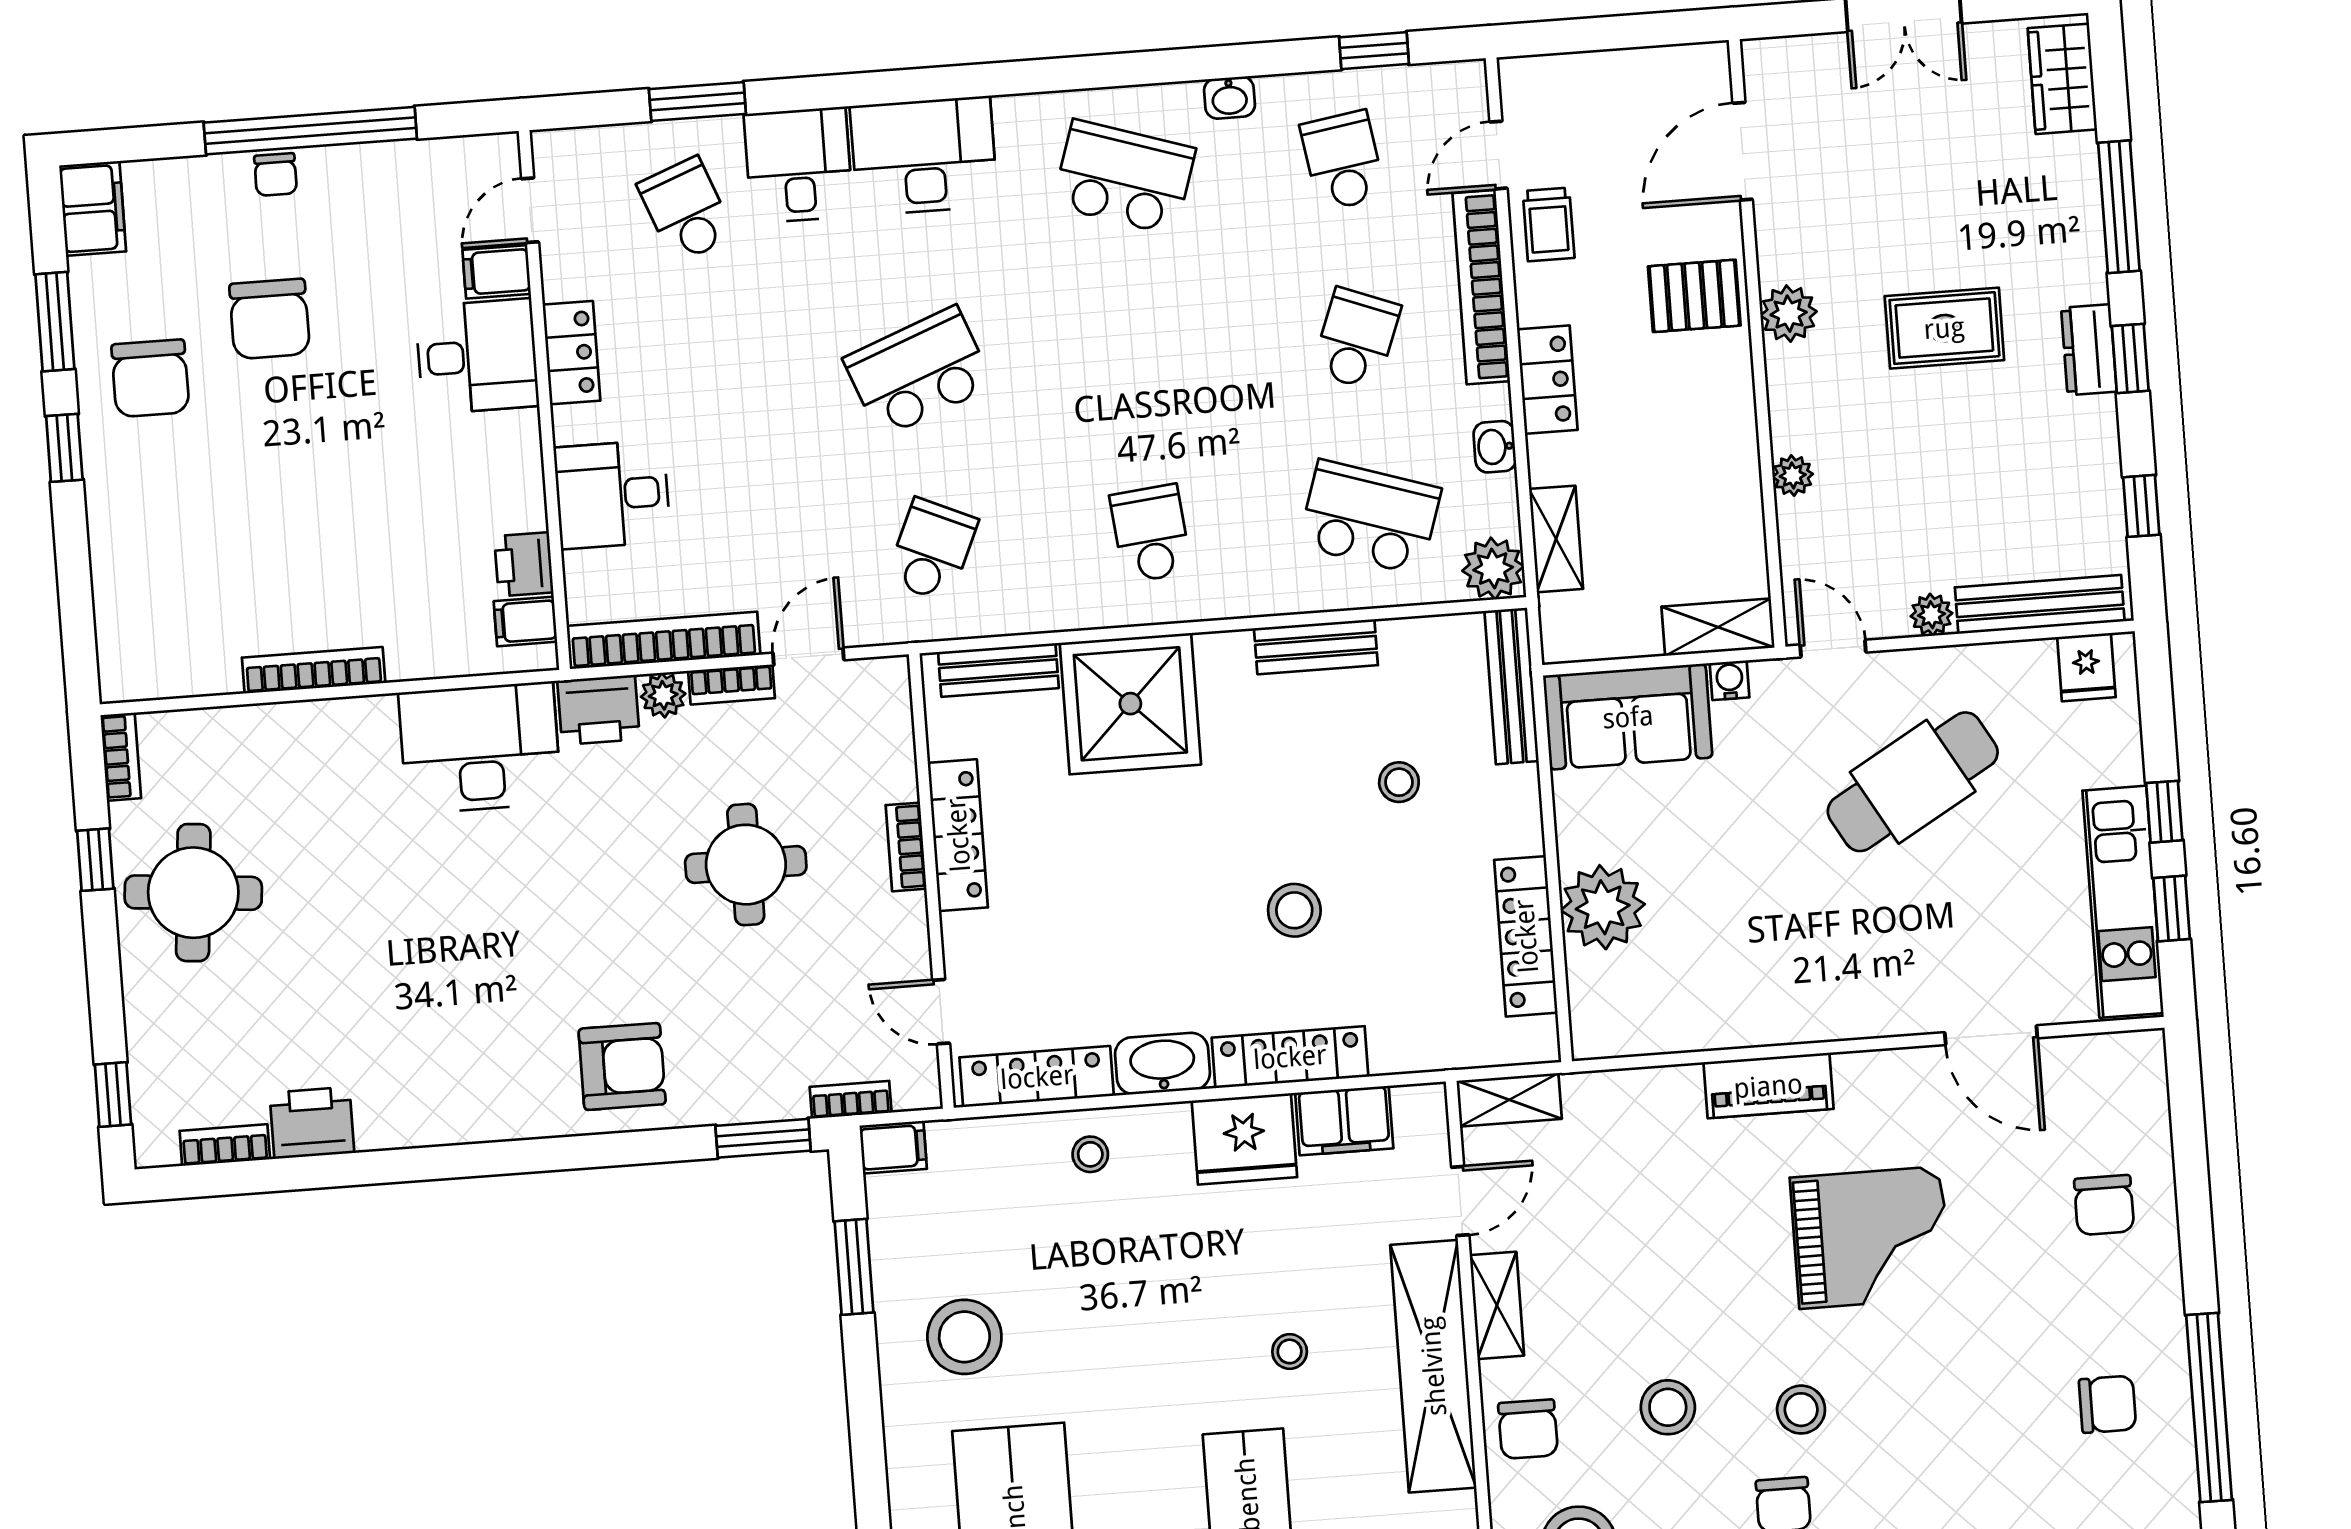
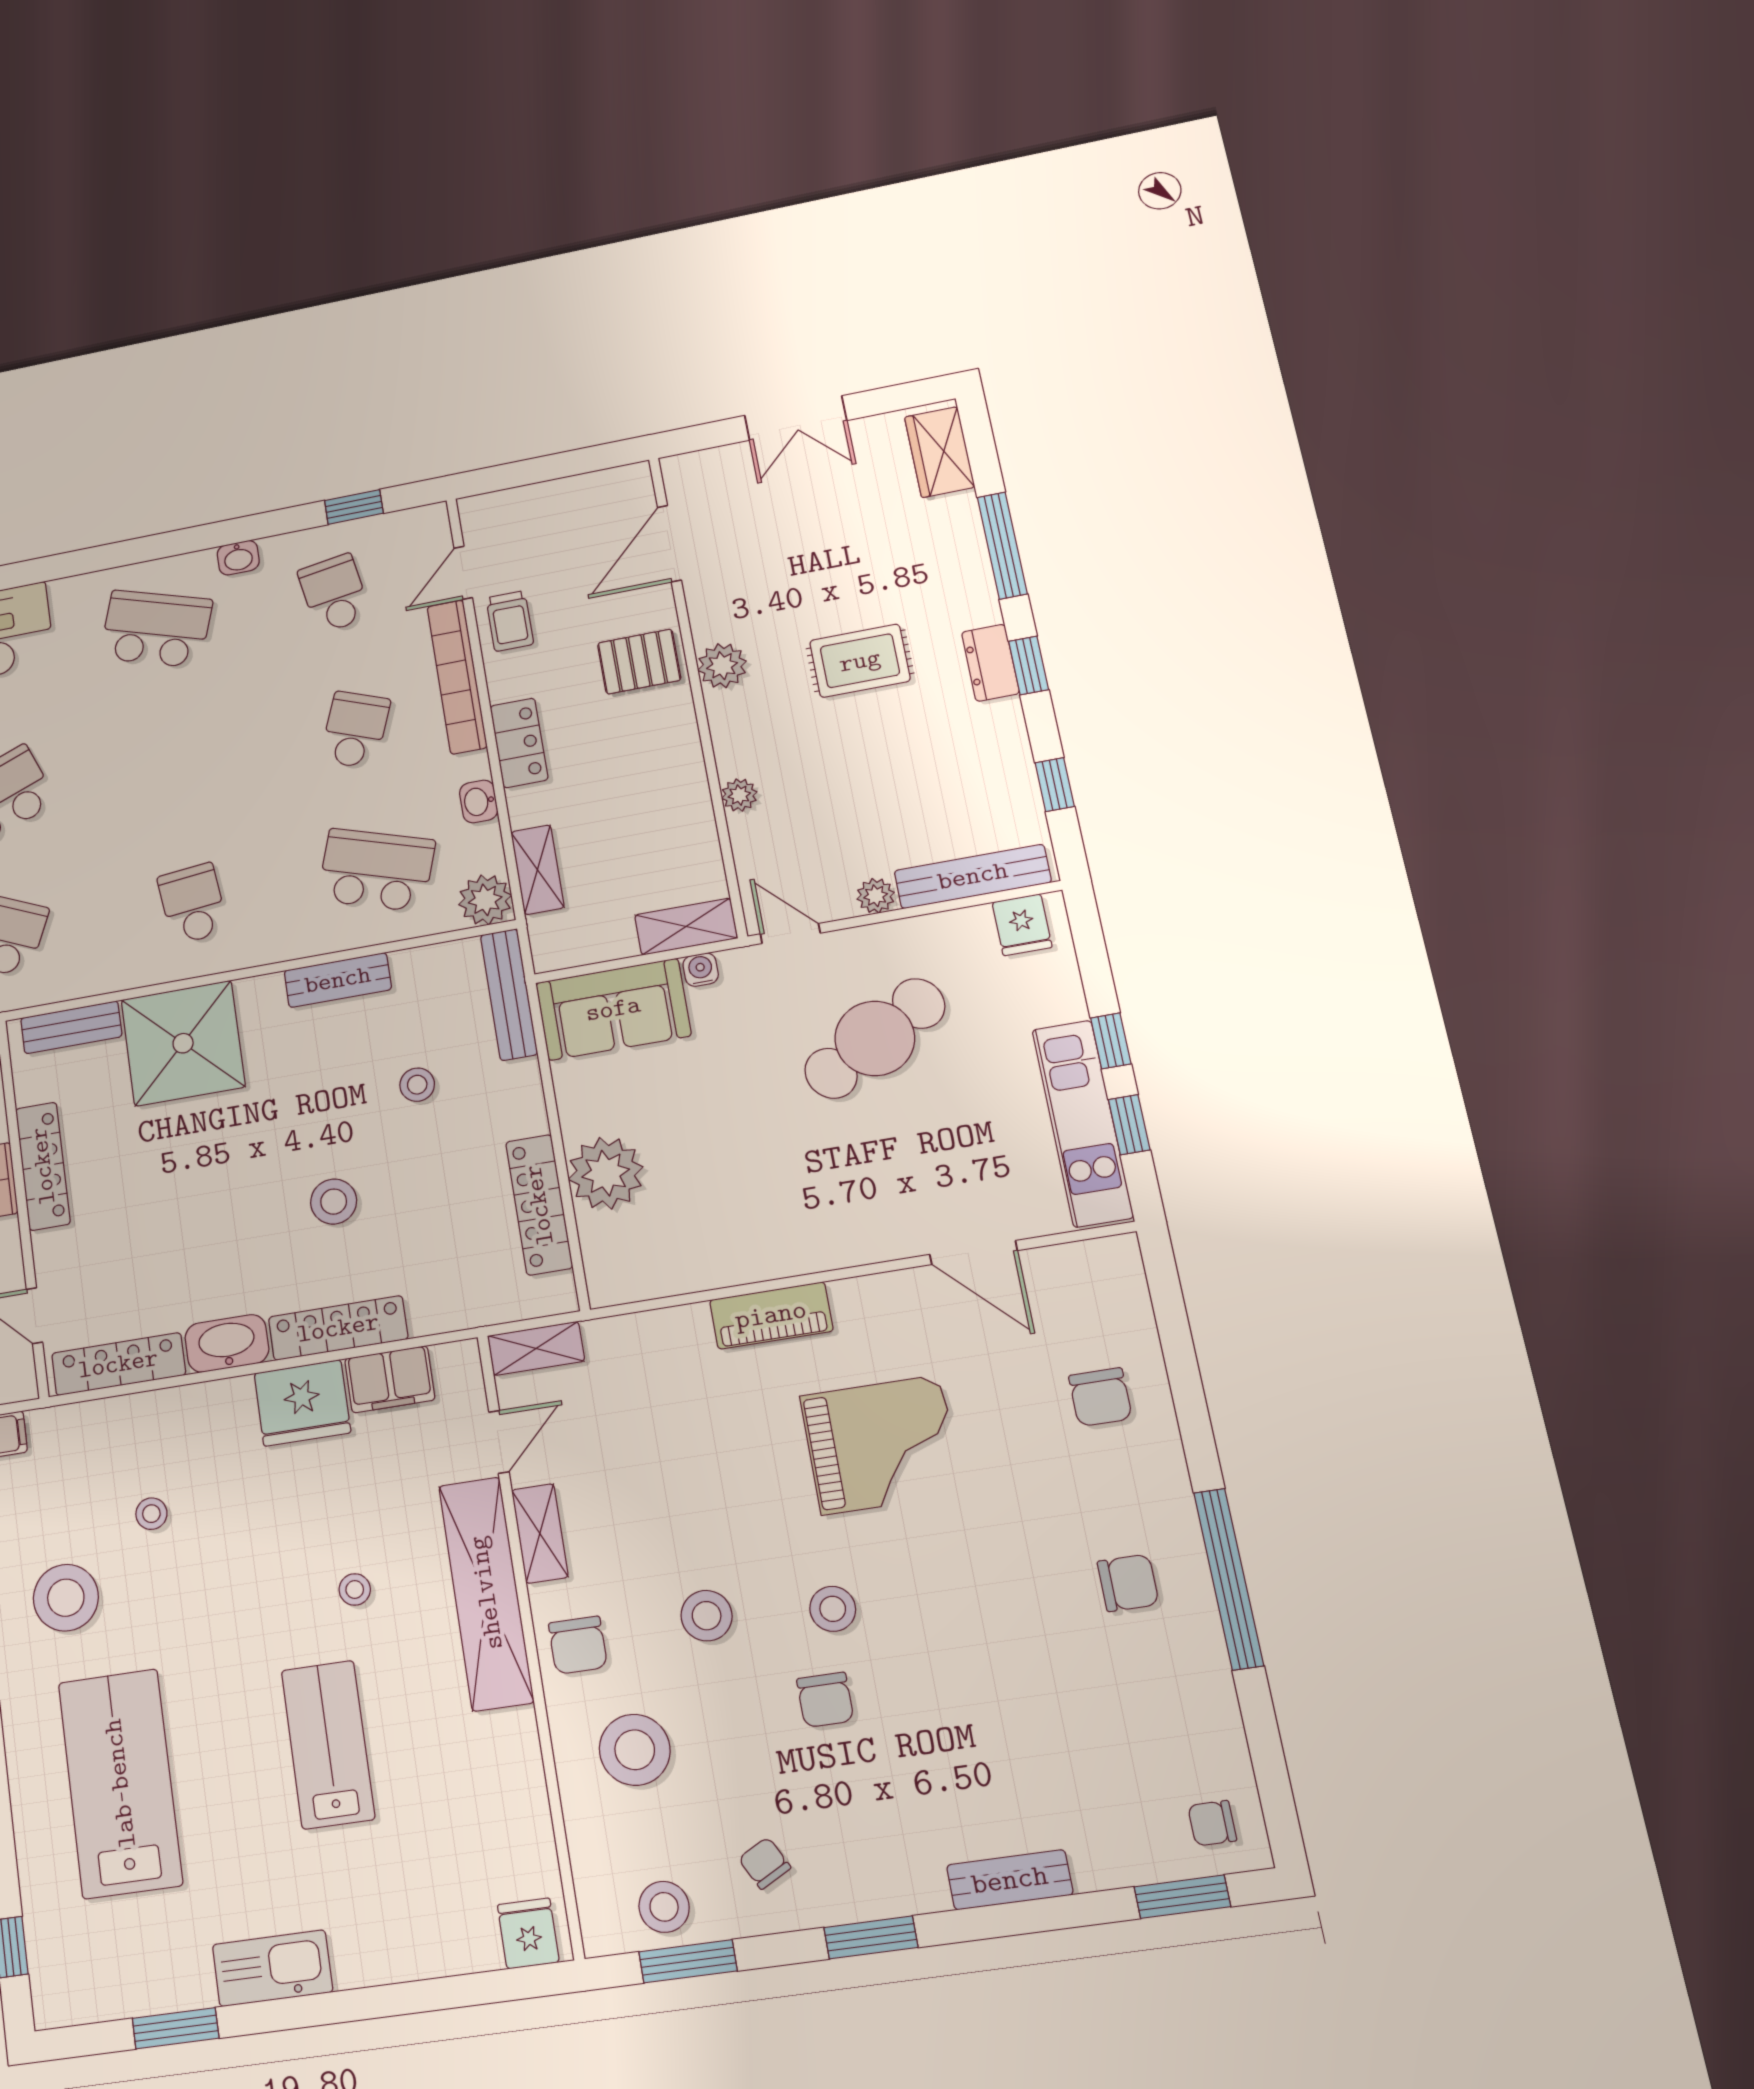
stool: (1090, 1154) -> (151, 1514), moved

